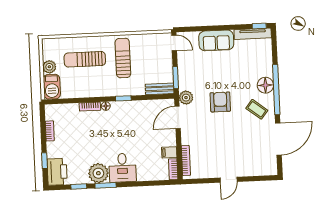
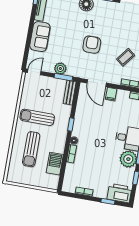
plant: (49, 67) -> (31, 180), removed
barbecue: (52, 87) -> (55, 164), moved, turned -90
plant: (186, 98) -> (60, 68), moved
armchair: (220, 102) -> (92, 45), turned 90
coffee table: (257, 109) -> (126, 57), moved
filing cabinet: (169, 152) -> (111, 94), moved

